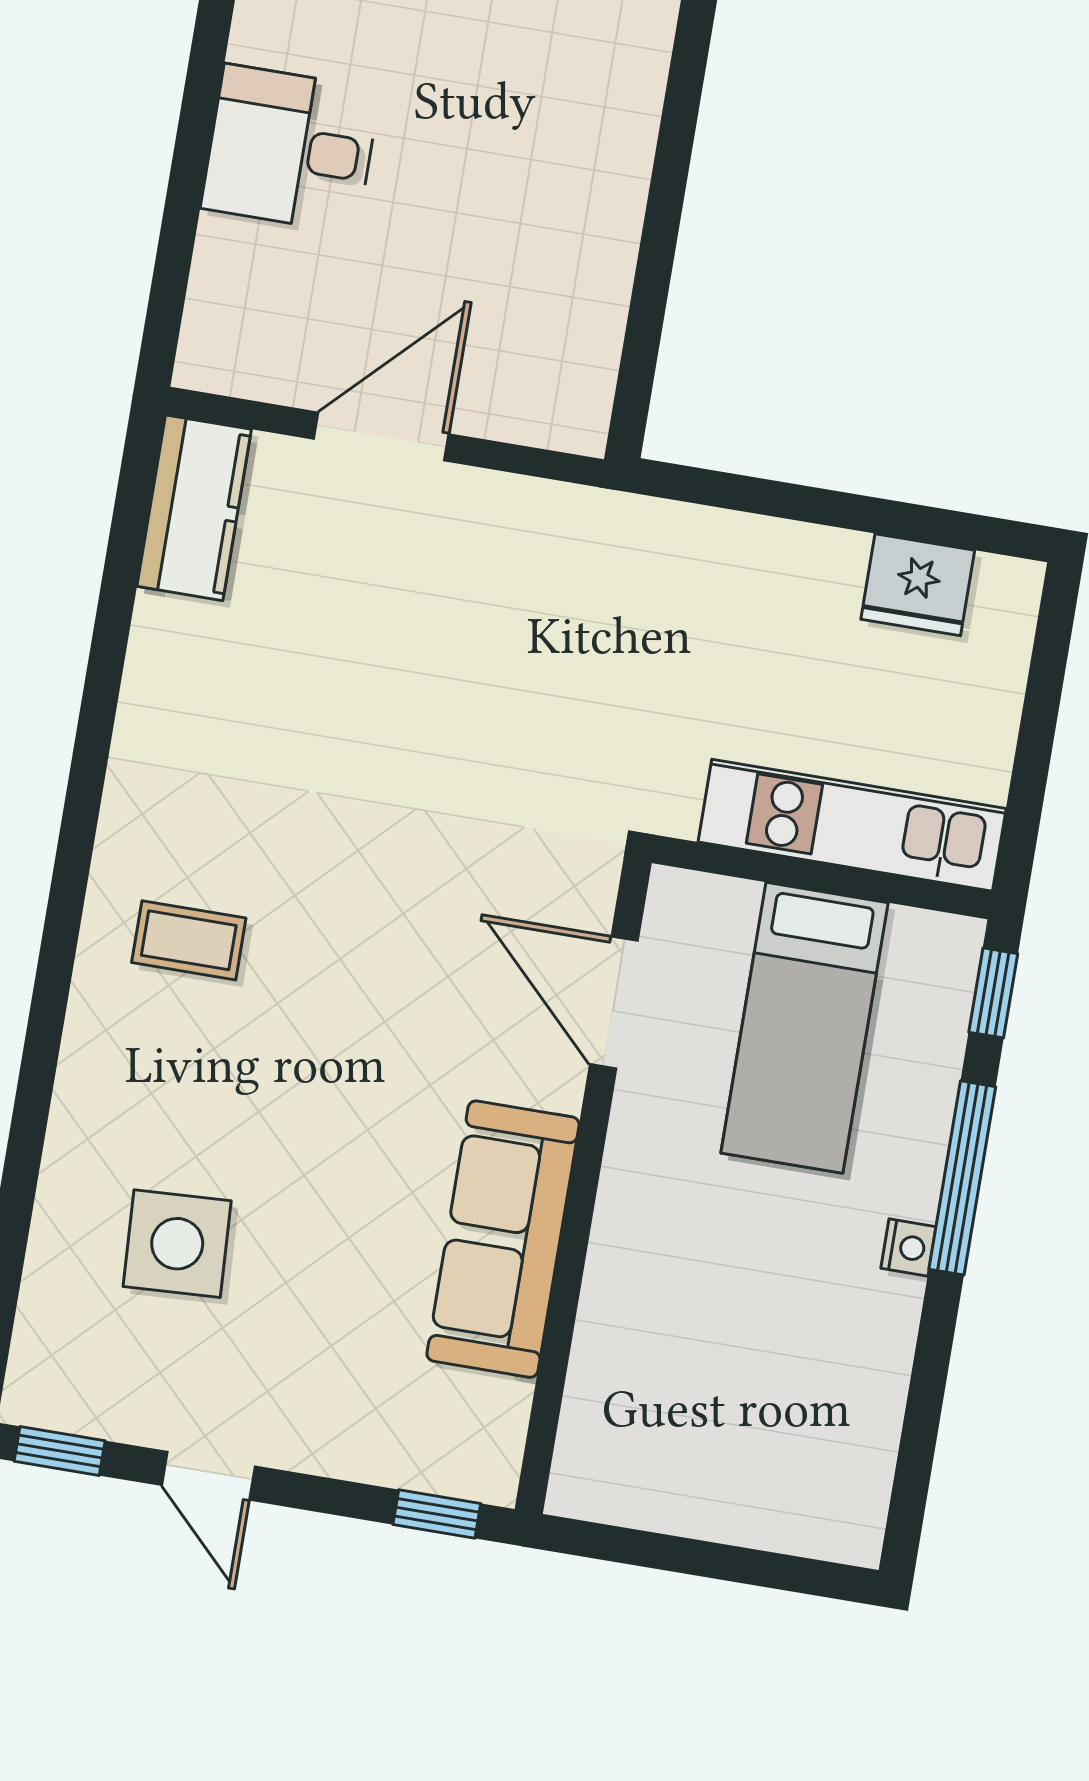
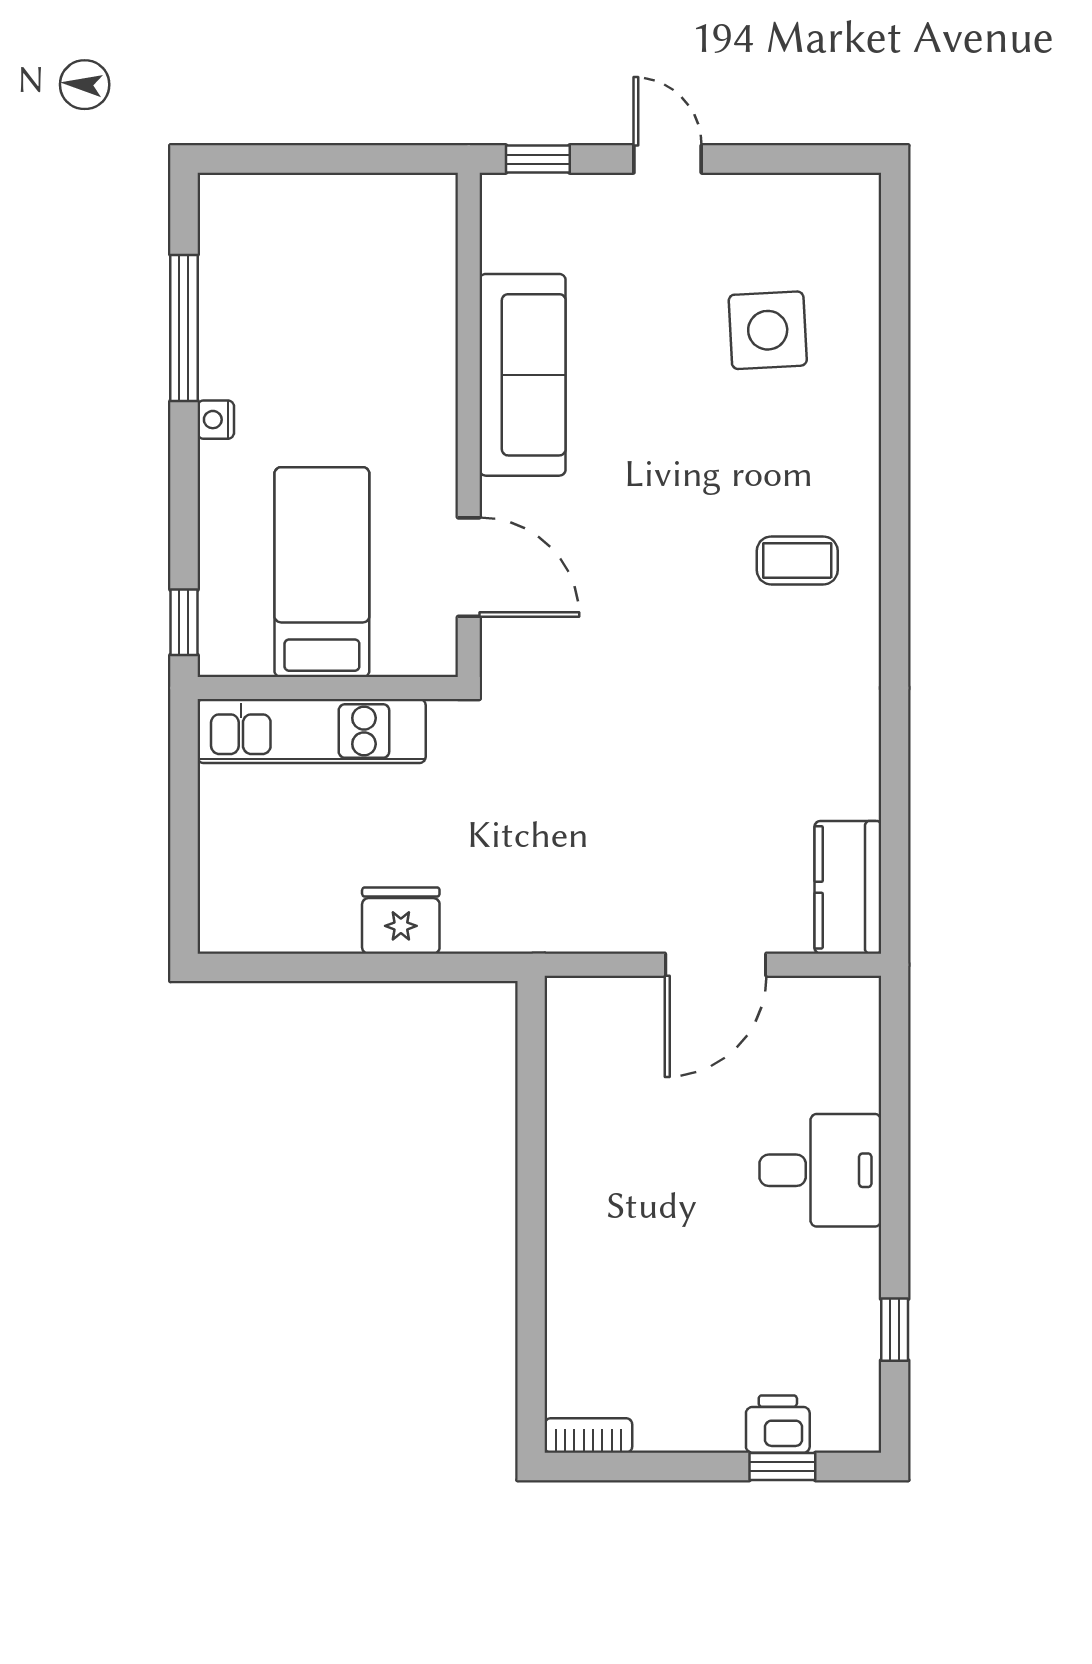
fridge: (918, 585) -> (401, 921), moved
window: (962, 1178) -> (184, 328), moved
window: (60, 1451) -> (830, 159), removed
door: (208, 1476) -> (668, 159), moved

